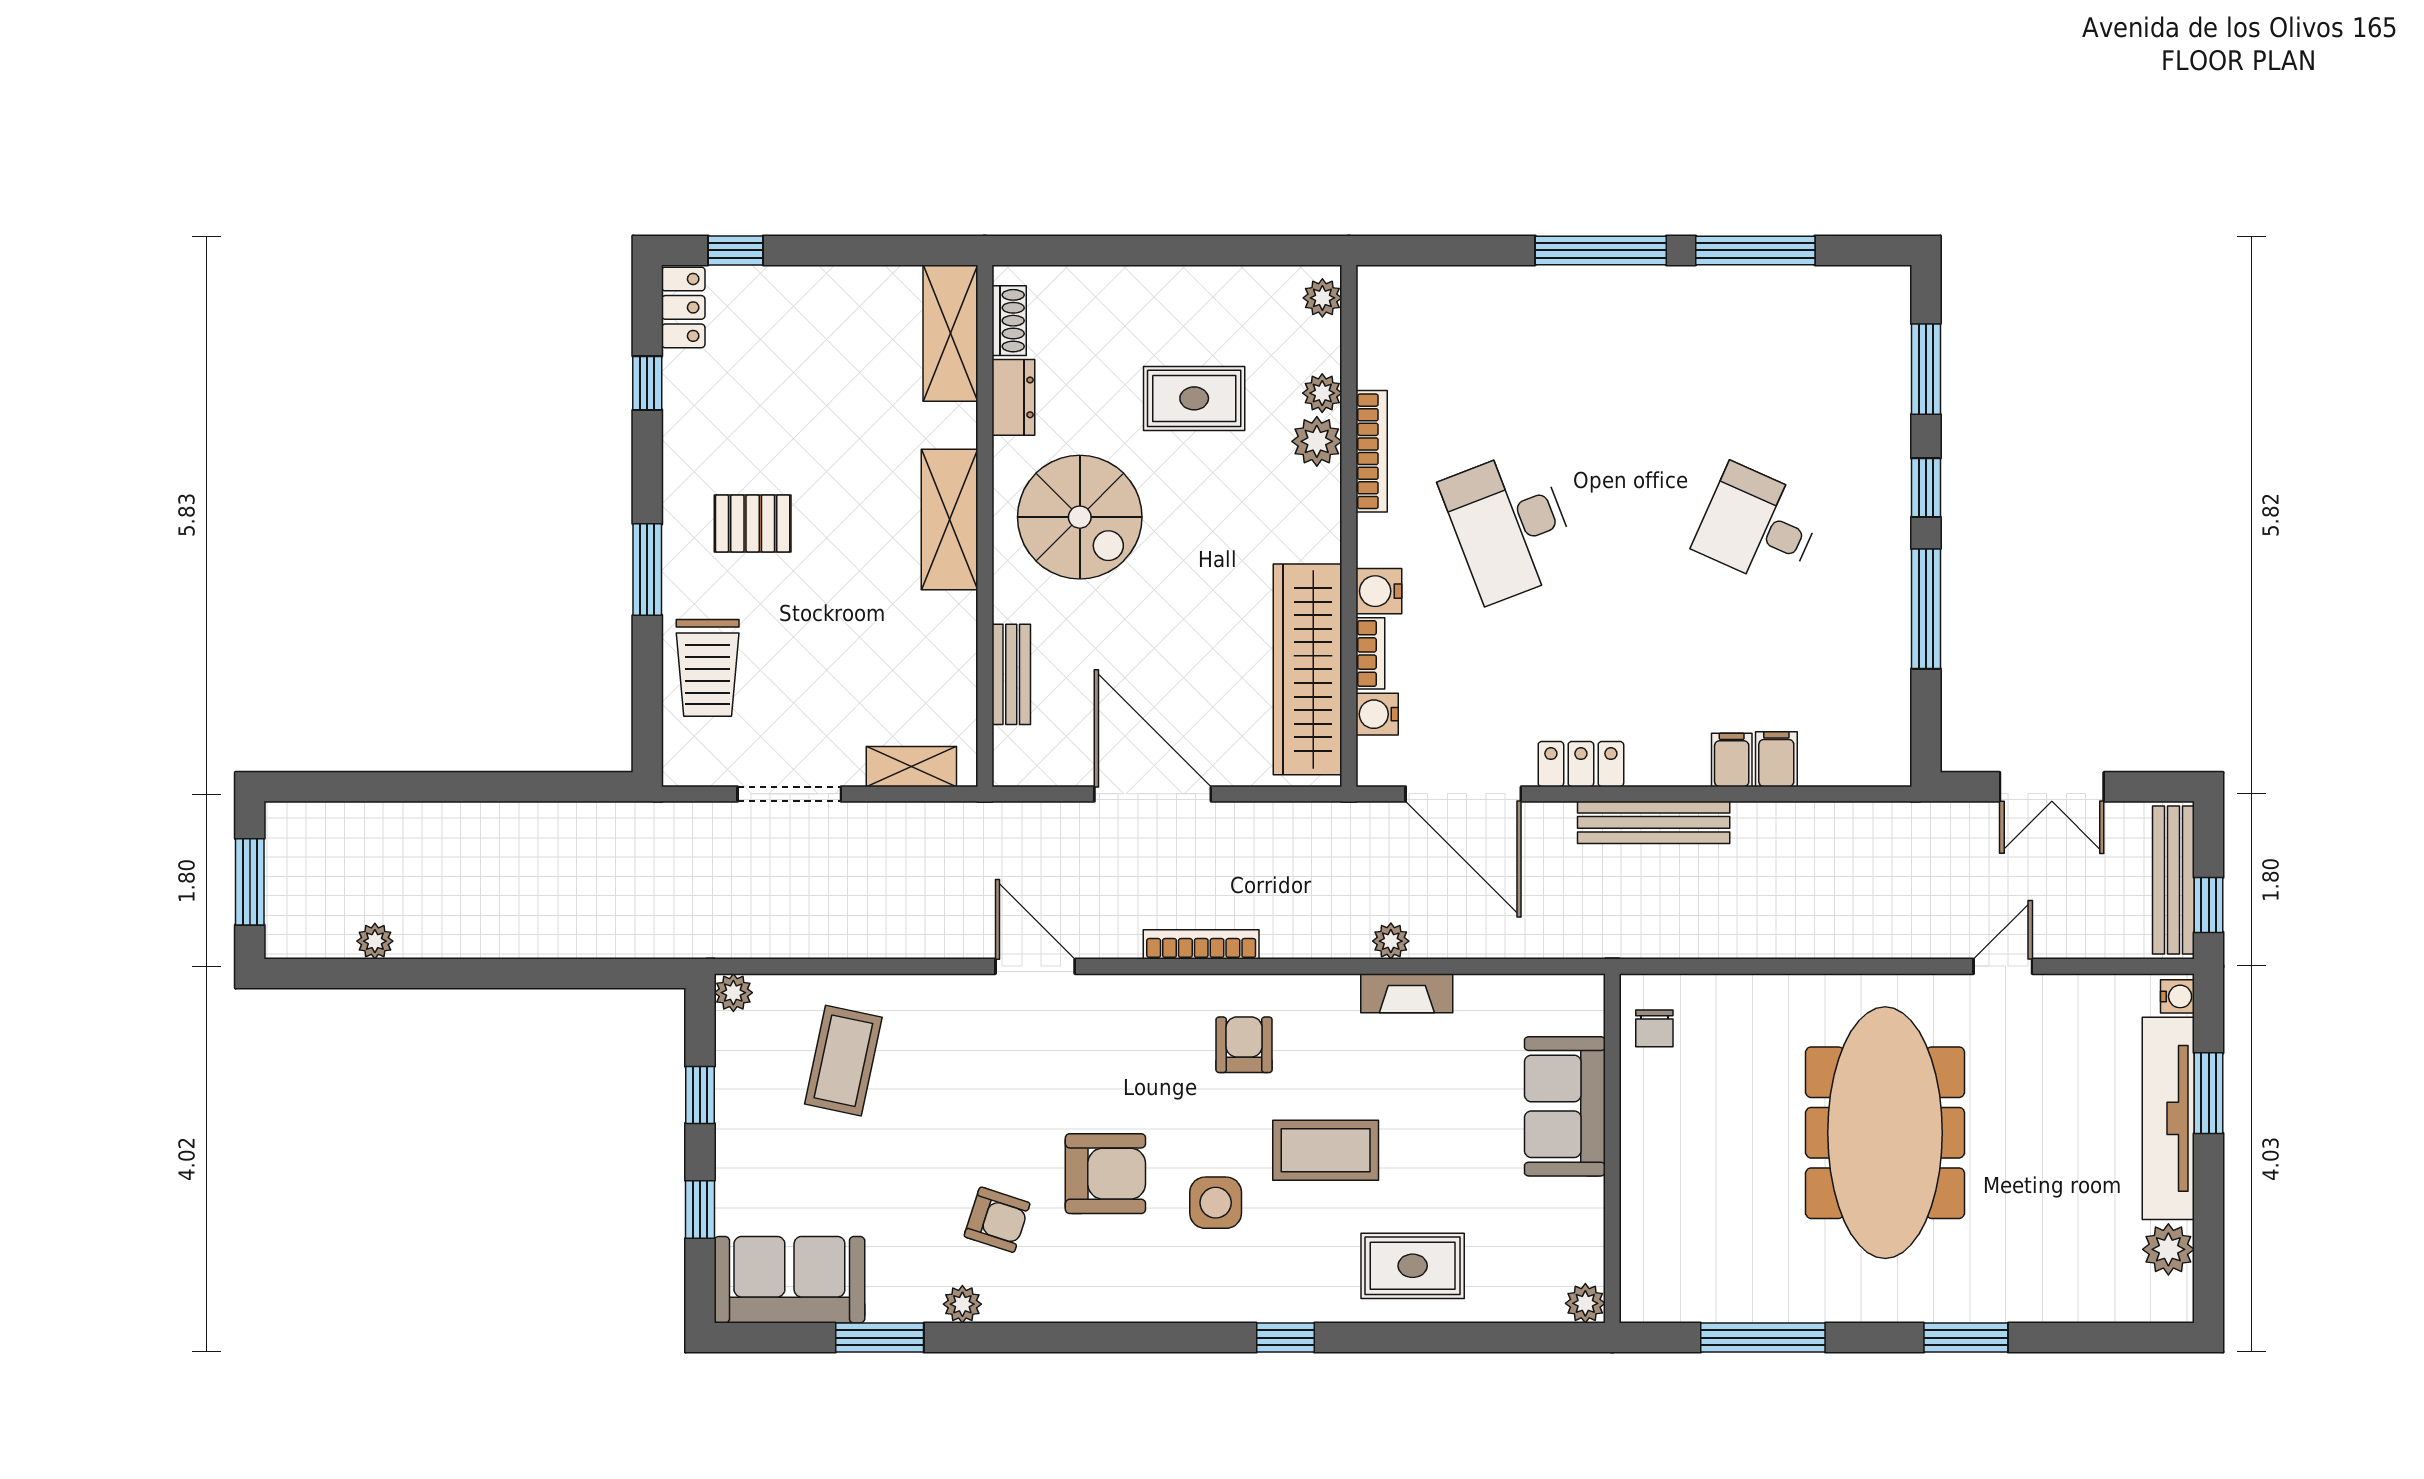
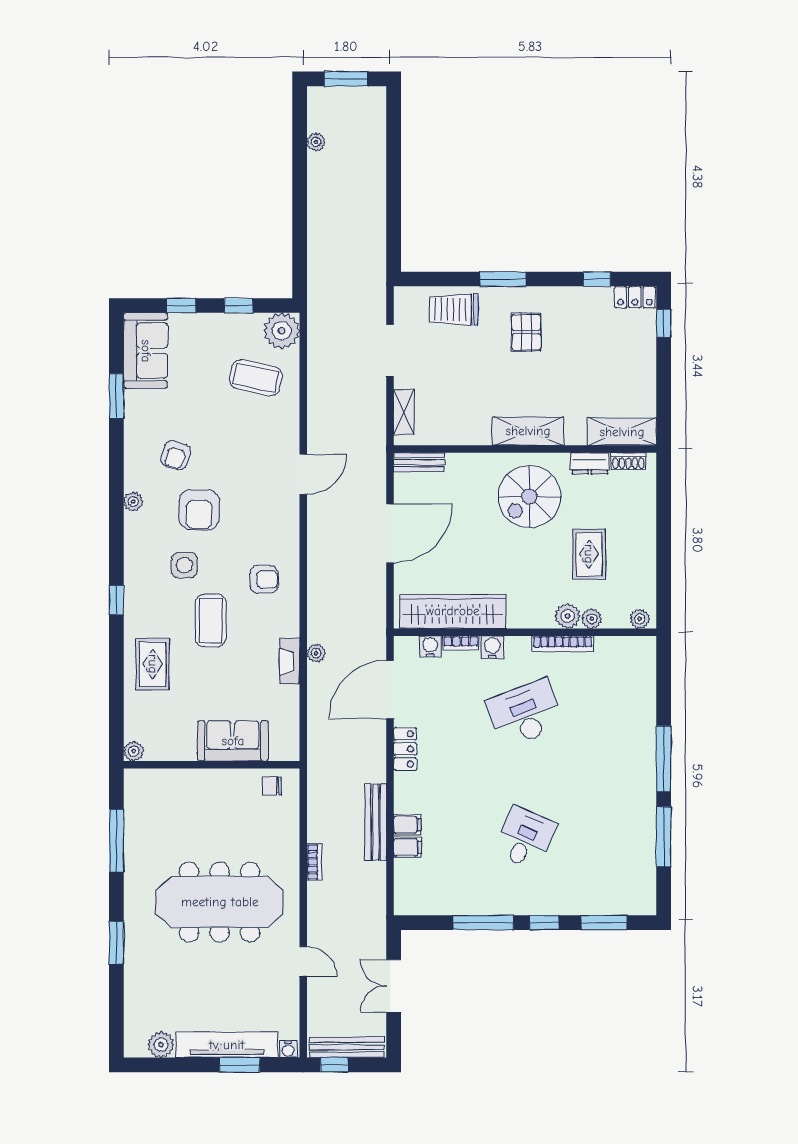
bench: (1011, 674) -> (419, 462), moved
bench: (1654, 822) -> (376, 822), moved
bookcase: (1201, 944) -> (314, 862), moved, width x0.64
plant: (733, 993) -> (282, 331), width x1.87, depth x1.87
plant: (962, 1304) -> (133, 502), moved

